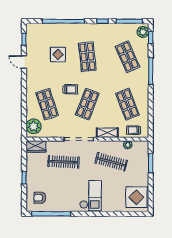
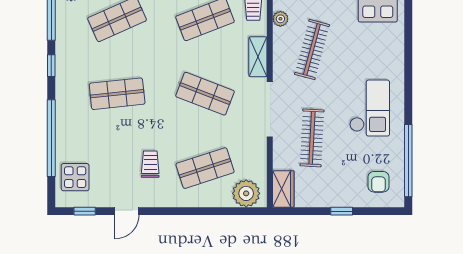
display table: (58, 55) -> (75, 177), moved
trolley: (70, 89) -> (150, 164), moved
checkout: (91, 196) -> (370, 108), moved, turned 90

